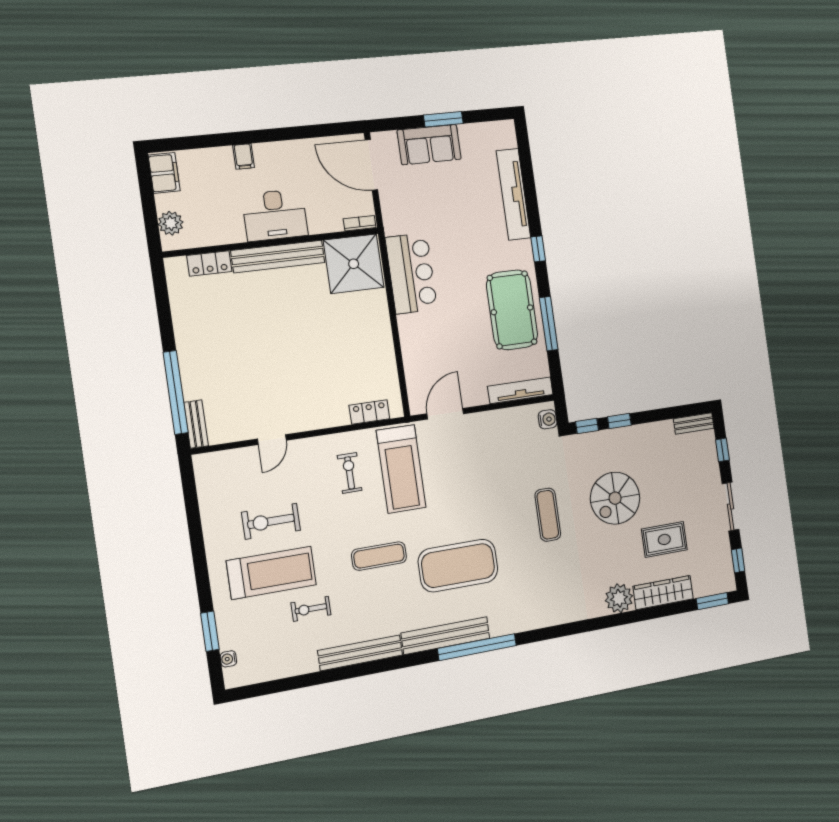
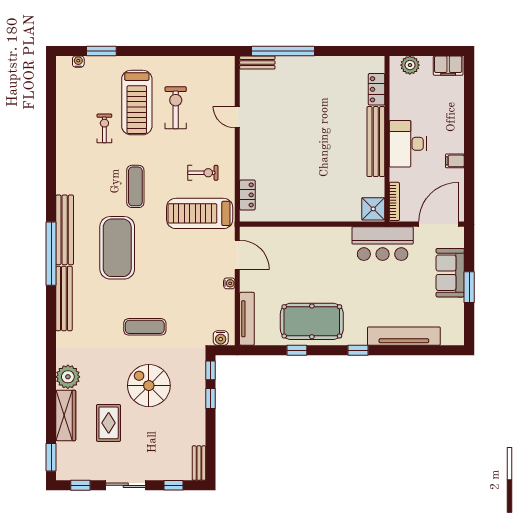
filing cabinet: (244, 156) -> (455, 161), moved
bookcase: (360, 223) -> (394, 201), width x1.56
shower: (354, 264) -> (373, 209), width x0.54, depth x0.54
bar counter: (411, 273) -> (383, 244), moved
window: (549, 324) -> (297, 350), width x0.46
water cooler: (481, 419) -> (229, 283), added
bench: (360, 653) -> (64, 298), moved

